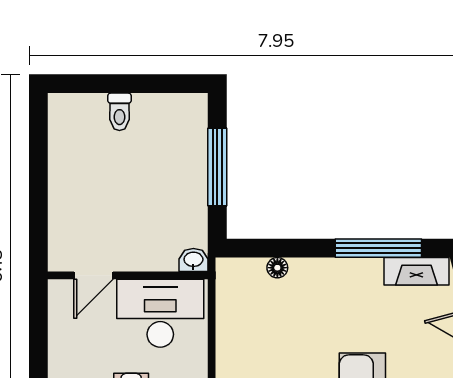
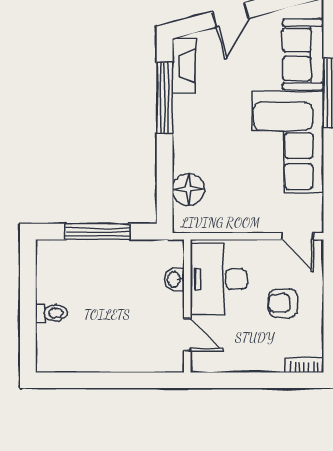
washbasin: (193, 260) -> (175, 279), moved
floor lamp: (277, 268) -> (188, 189), width x1.89, depth x1.89

